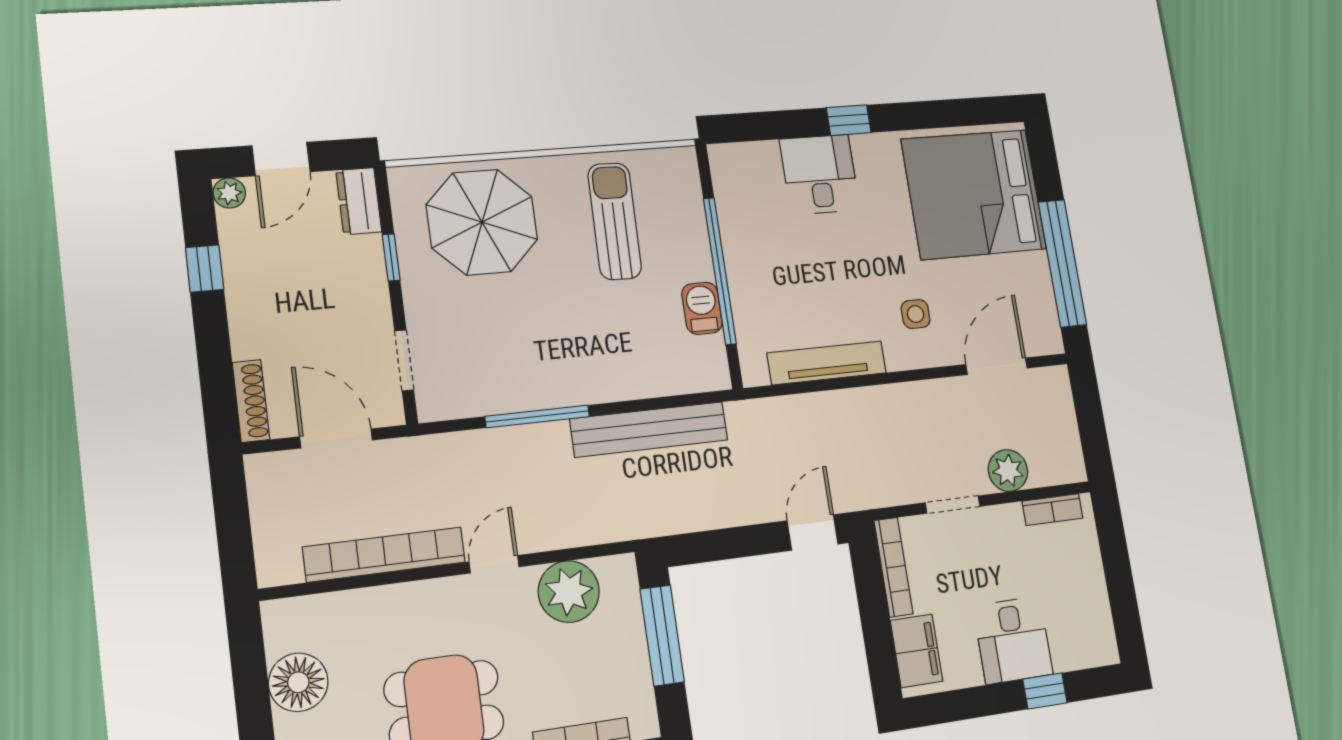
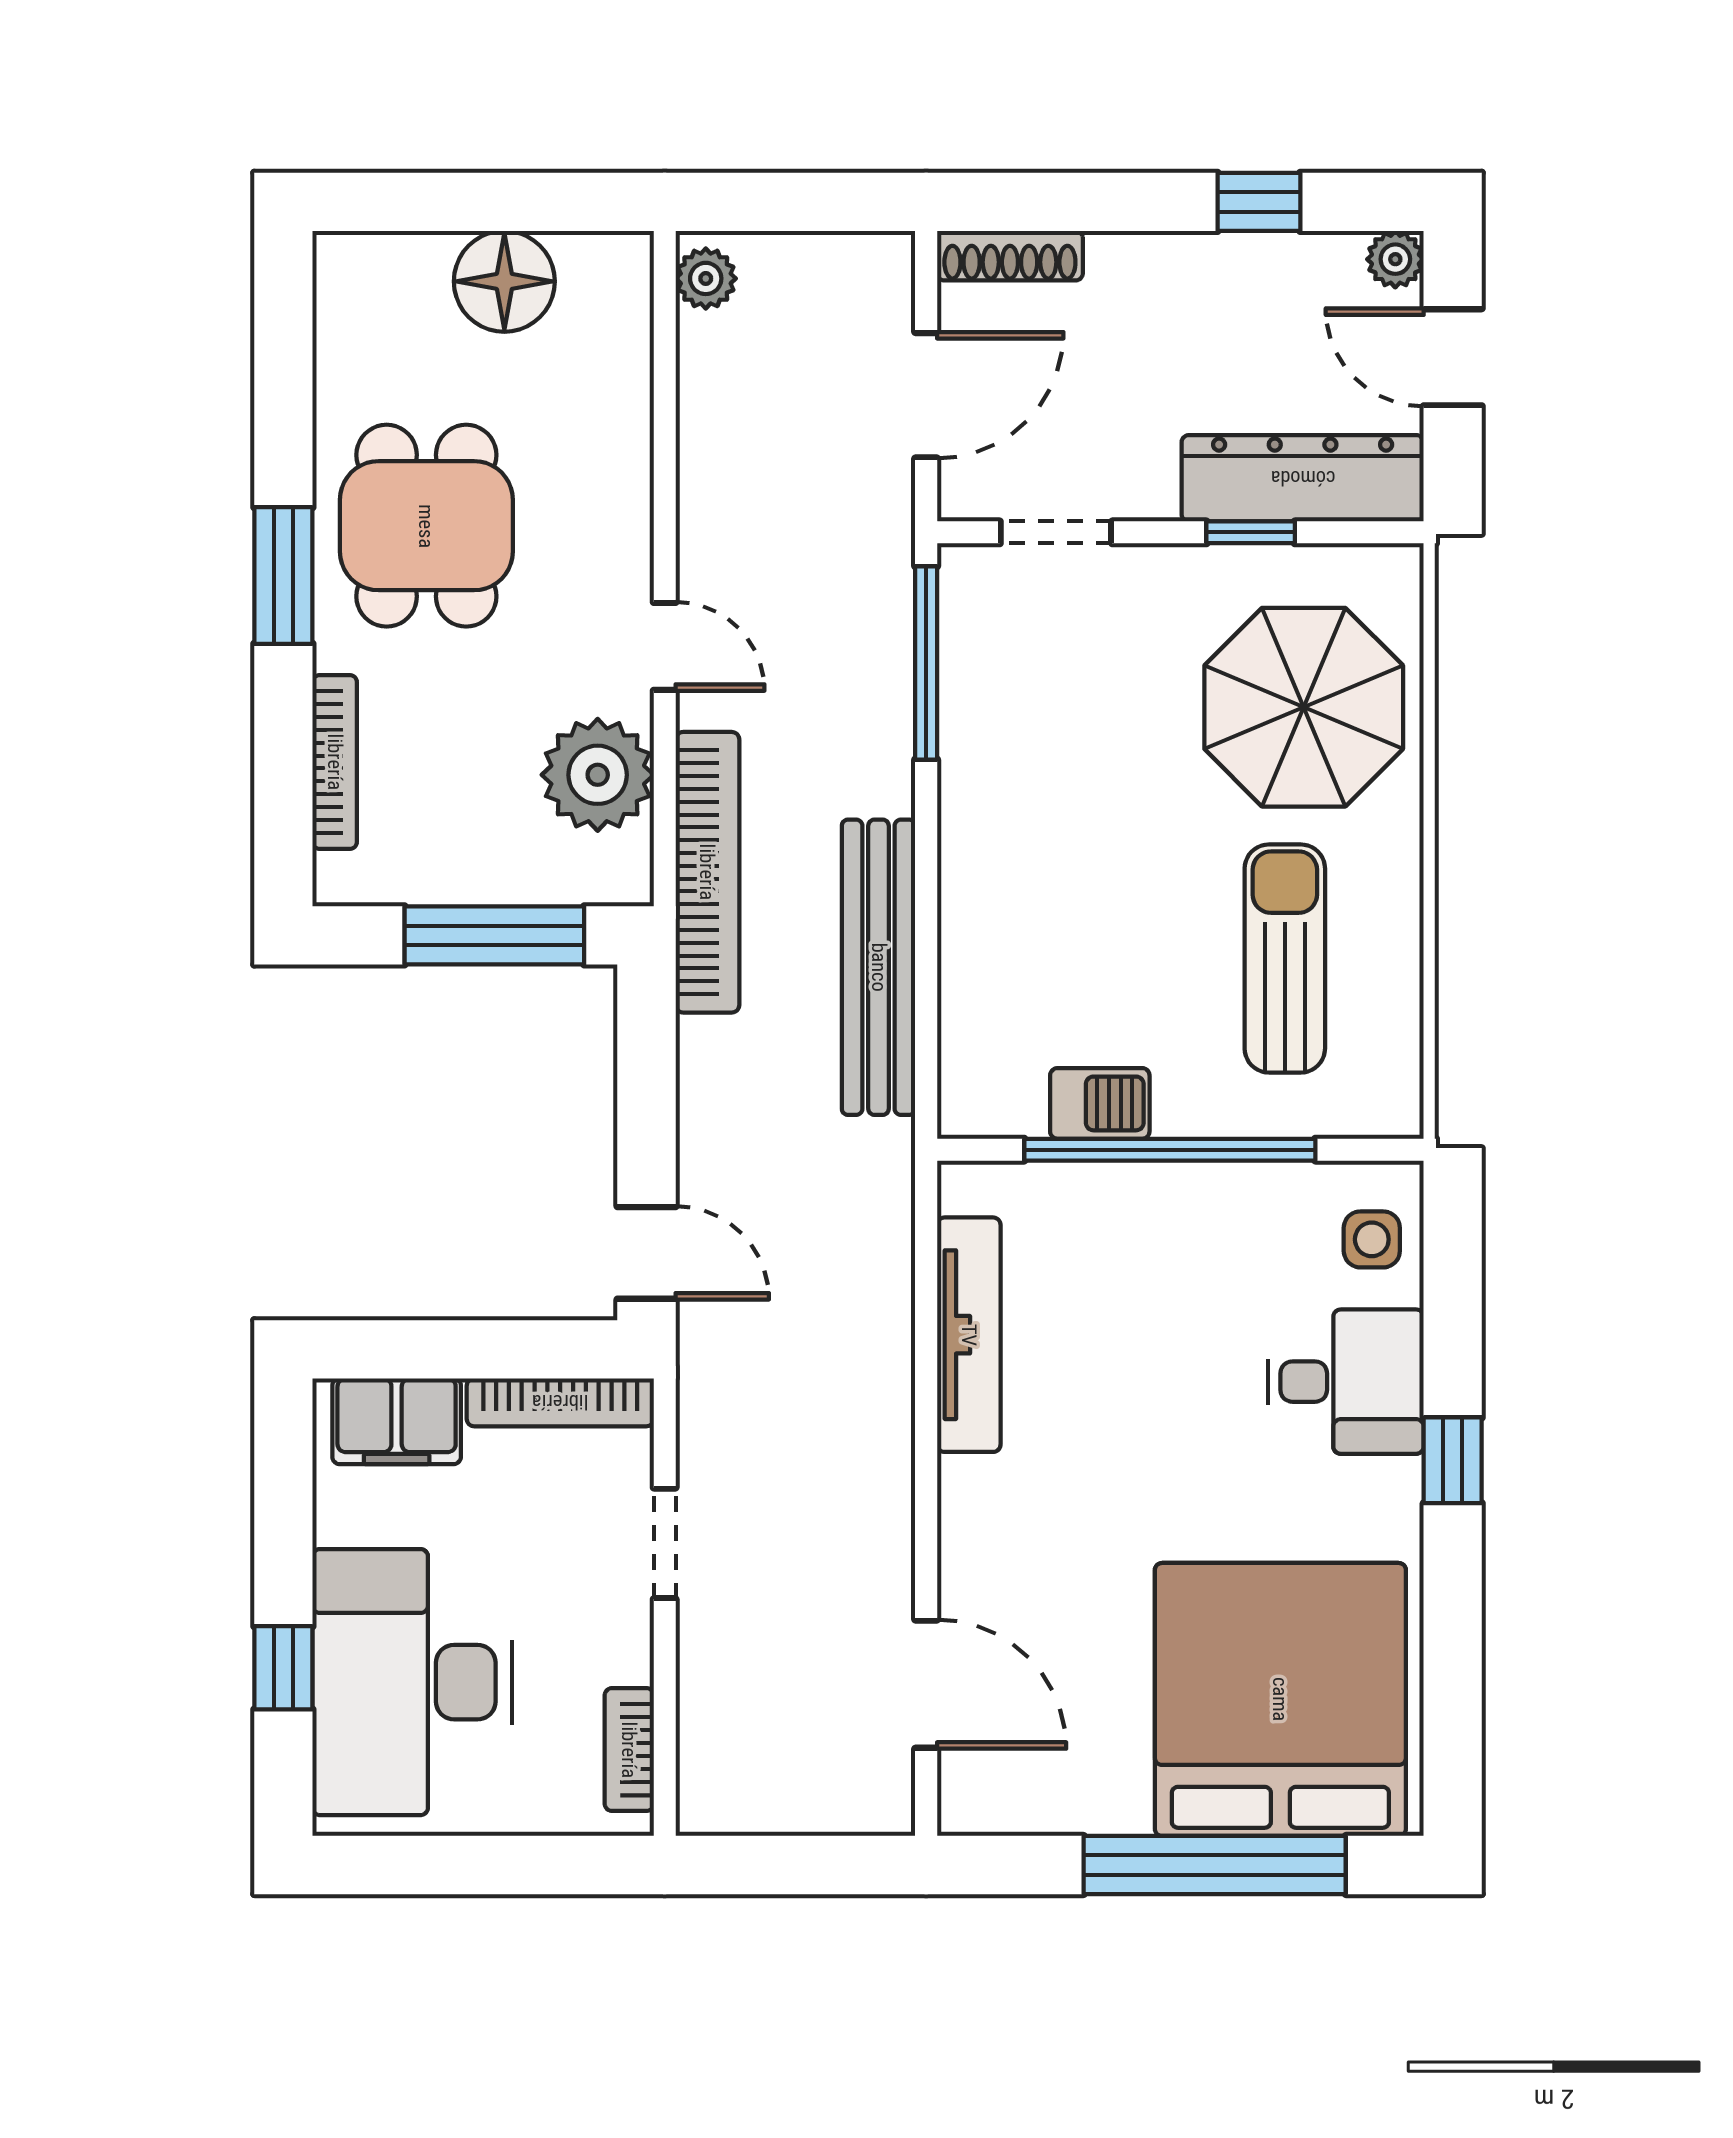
dresser: (359, 201) -> (1303, 478), width x1.96, depth x1.24
sun lounger: (615, 221) -> (1285, 959), turned -91
window: (1062, 263) -> (1215, 1865), moved
side table: (916, 314) -> (1372, 1239), moved
window: (537, 416) -> (926, 663), moved
plant: (1008, 471) -> (706, 278), moved, width x0.73, depth x0.73
bookcase: (384, 555) -> (707, 872), moved
desk: (1013, 640) -> (412, 1682), width x1.87, depth x1.30

